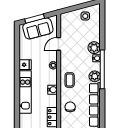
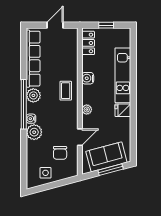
chair: (70, 107) -> (60, 153), moved

